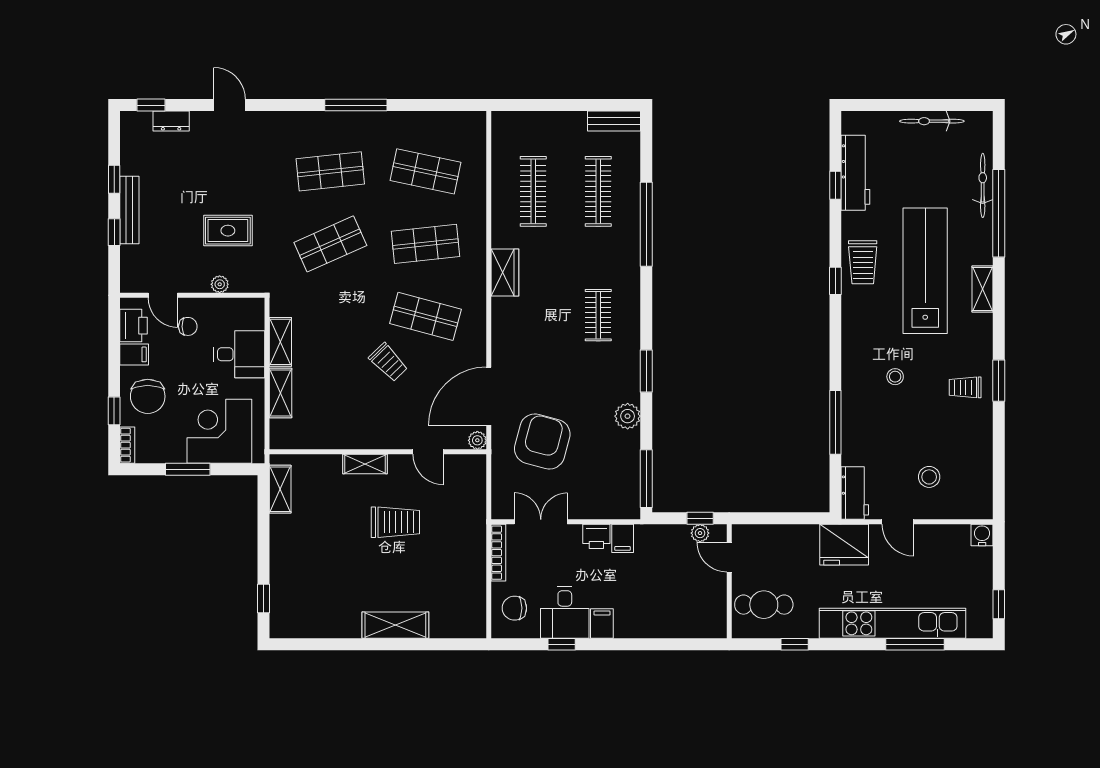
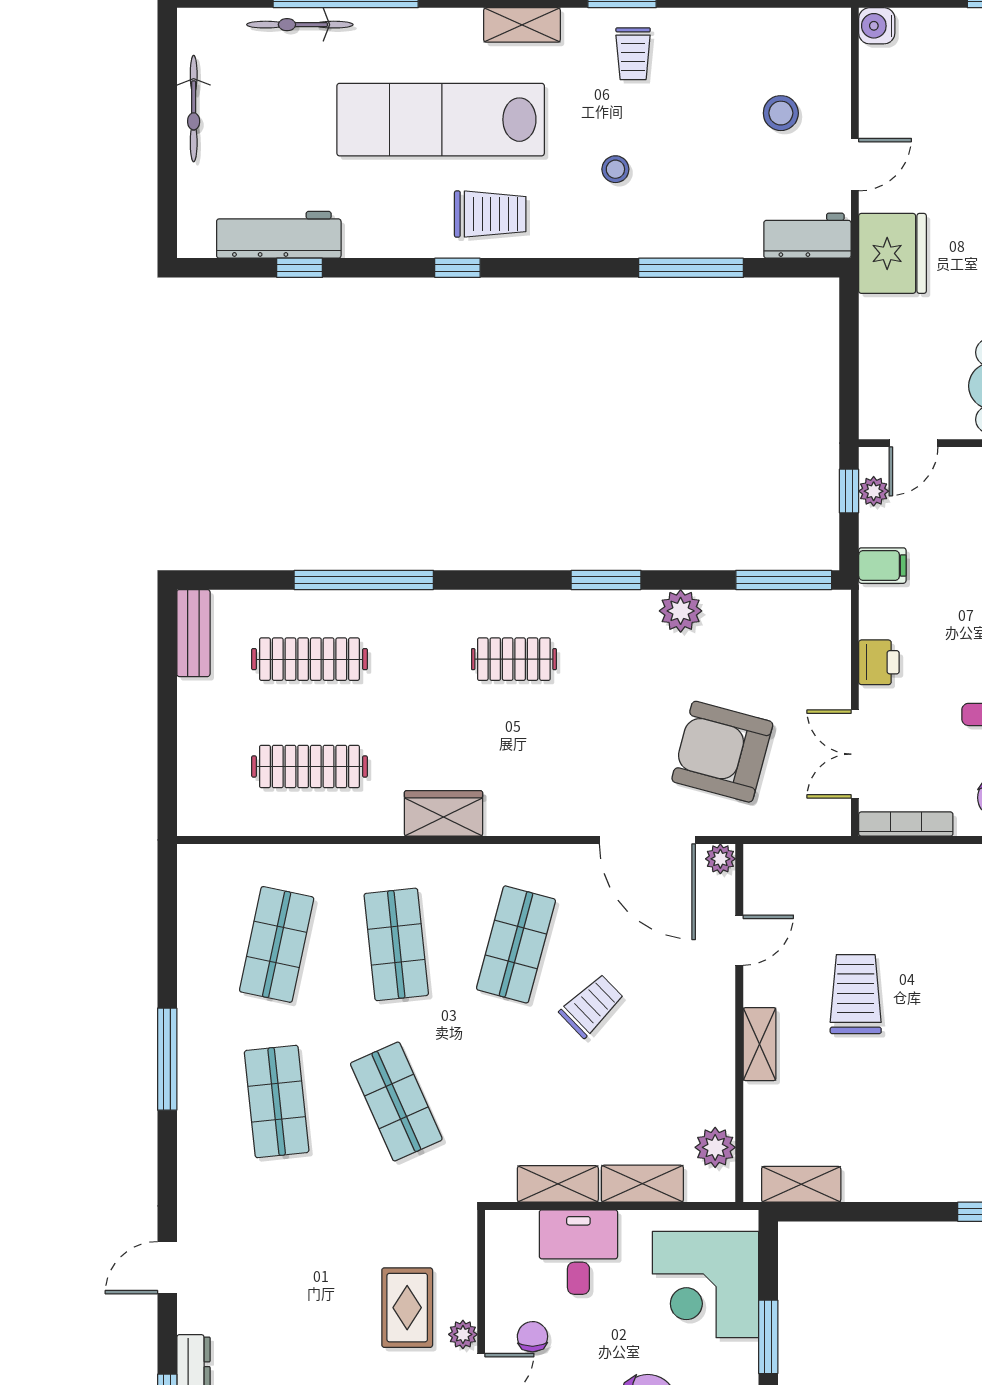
rug: (228, 231) -> (407, 1308), moved
trolley: (863, 262) -> (490, 214), moved
plant: (220, 284) -> (463, 1334), moved
shelving: (982, 289) -> (522, 25), moved
plant: (302, 437) -> (715, 1147), added
filing cabinet: (623, 538) -> (882, 566), moved

